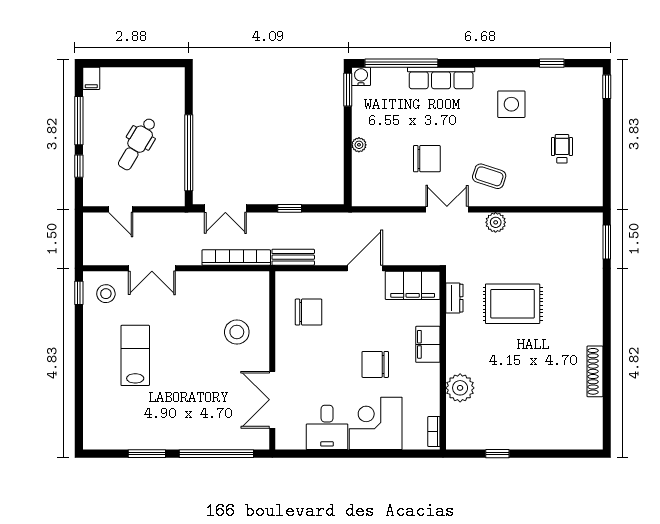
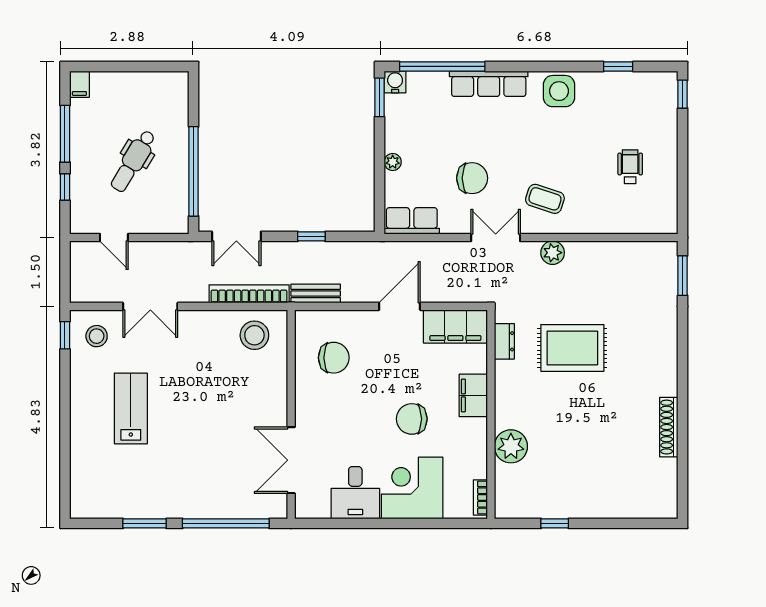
side table: (511, 104) -> (559, 91), moved
row of seats: (375, 195) -> (412, 221), added
stool: (237, 332) -> (254, 335), moved

